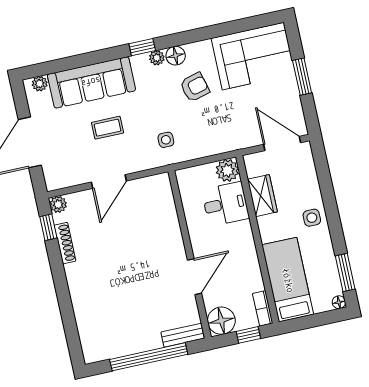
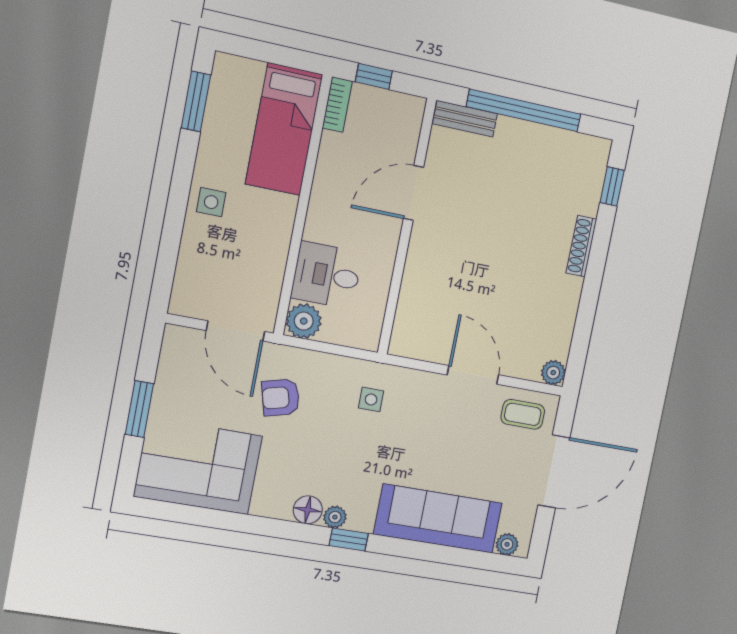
armchair: (195, 87) -> (281, 397), moved
coffee table: (107, 128) -> (523, 414), moved
door: (282, 143) -> (235, 331), moved
door: (109, 182) -> (473, 375), hinge flipped
wardrobe: (262, 196) -> (269, 265), removed
window: (48, 227) -> (612, 186), moved
shoe rack: (65, 243) -> (581, 246), moved
floor lamp: (339, 302) -> (223, 63), removed
floor lamp: (221, 321) -> (403, 114), removed

